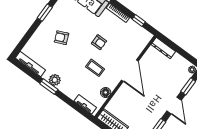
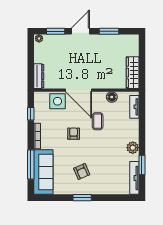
armchair: (62, 38) -> (82, 172), moved
side table: (133, 48) -> (58, 101), added
door: (130, 71) -> (78, 90), swing flipped
window: (49, 87) -> (142, 165), moved

